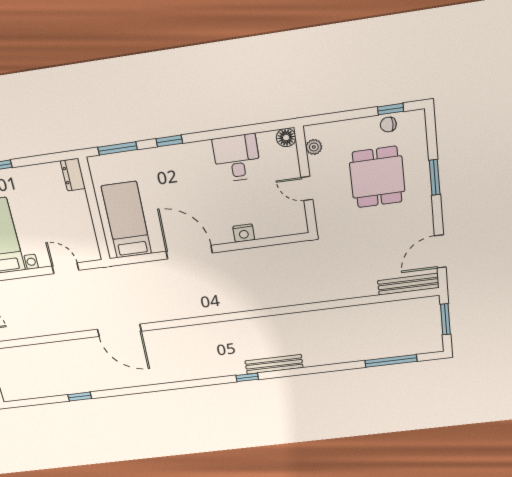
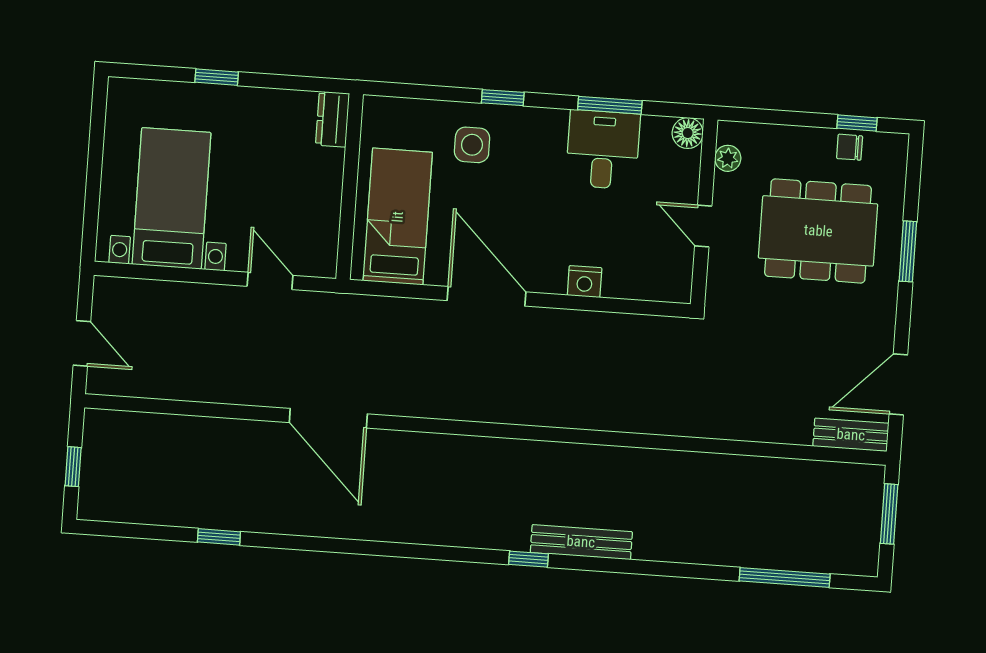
window: (118, 148) -> (610, 105), moved
side table: (158, 172) -> (472, 145), added
dining table: (377, 177) -> (818, 231), width x1.37
bench: (408, 284) -> (851, 435), width x0.73

